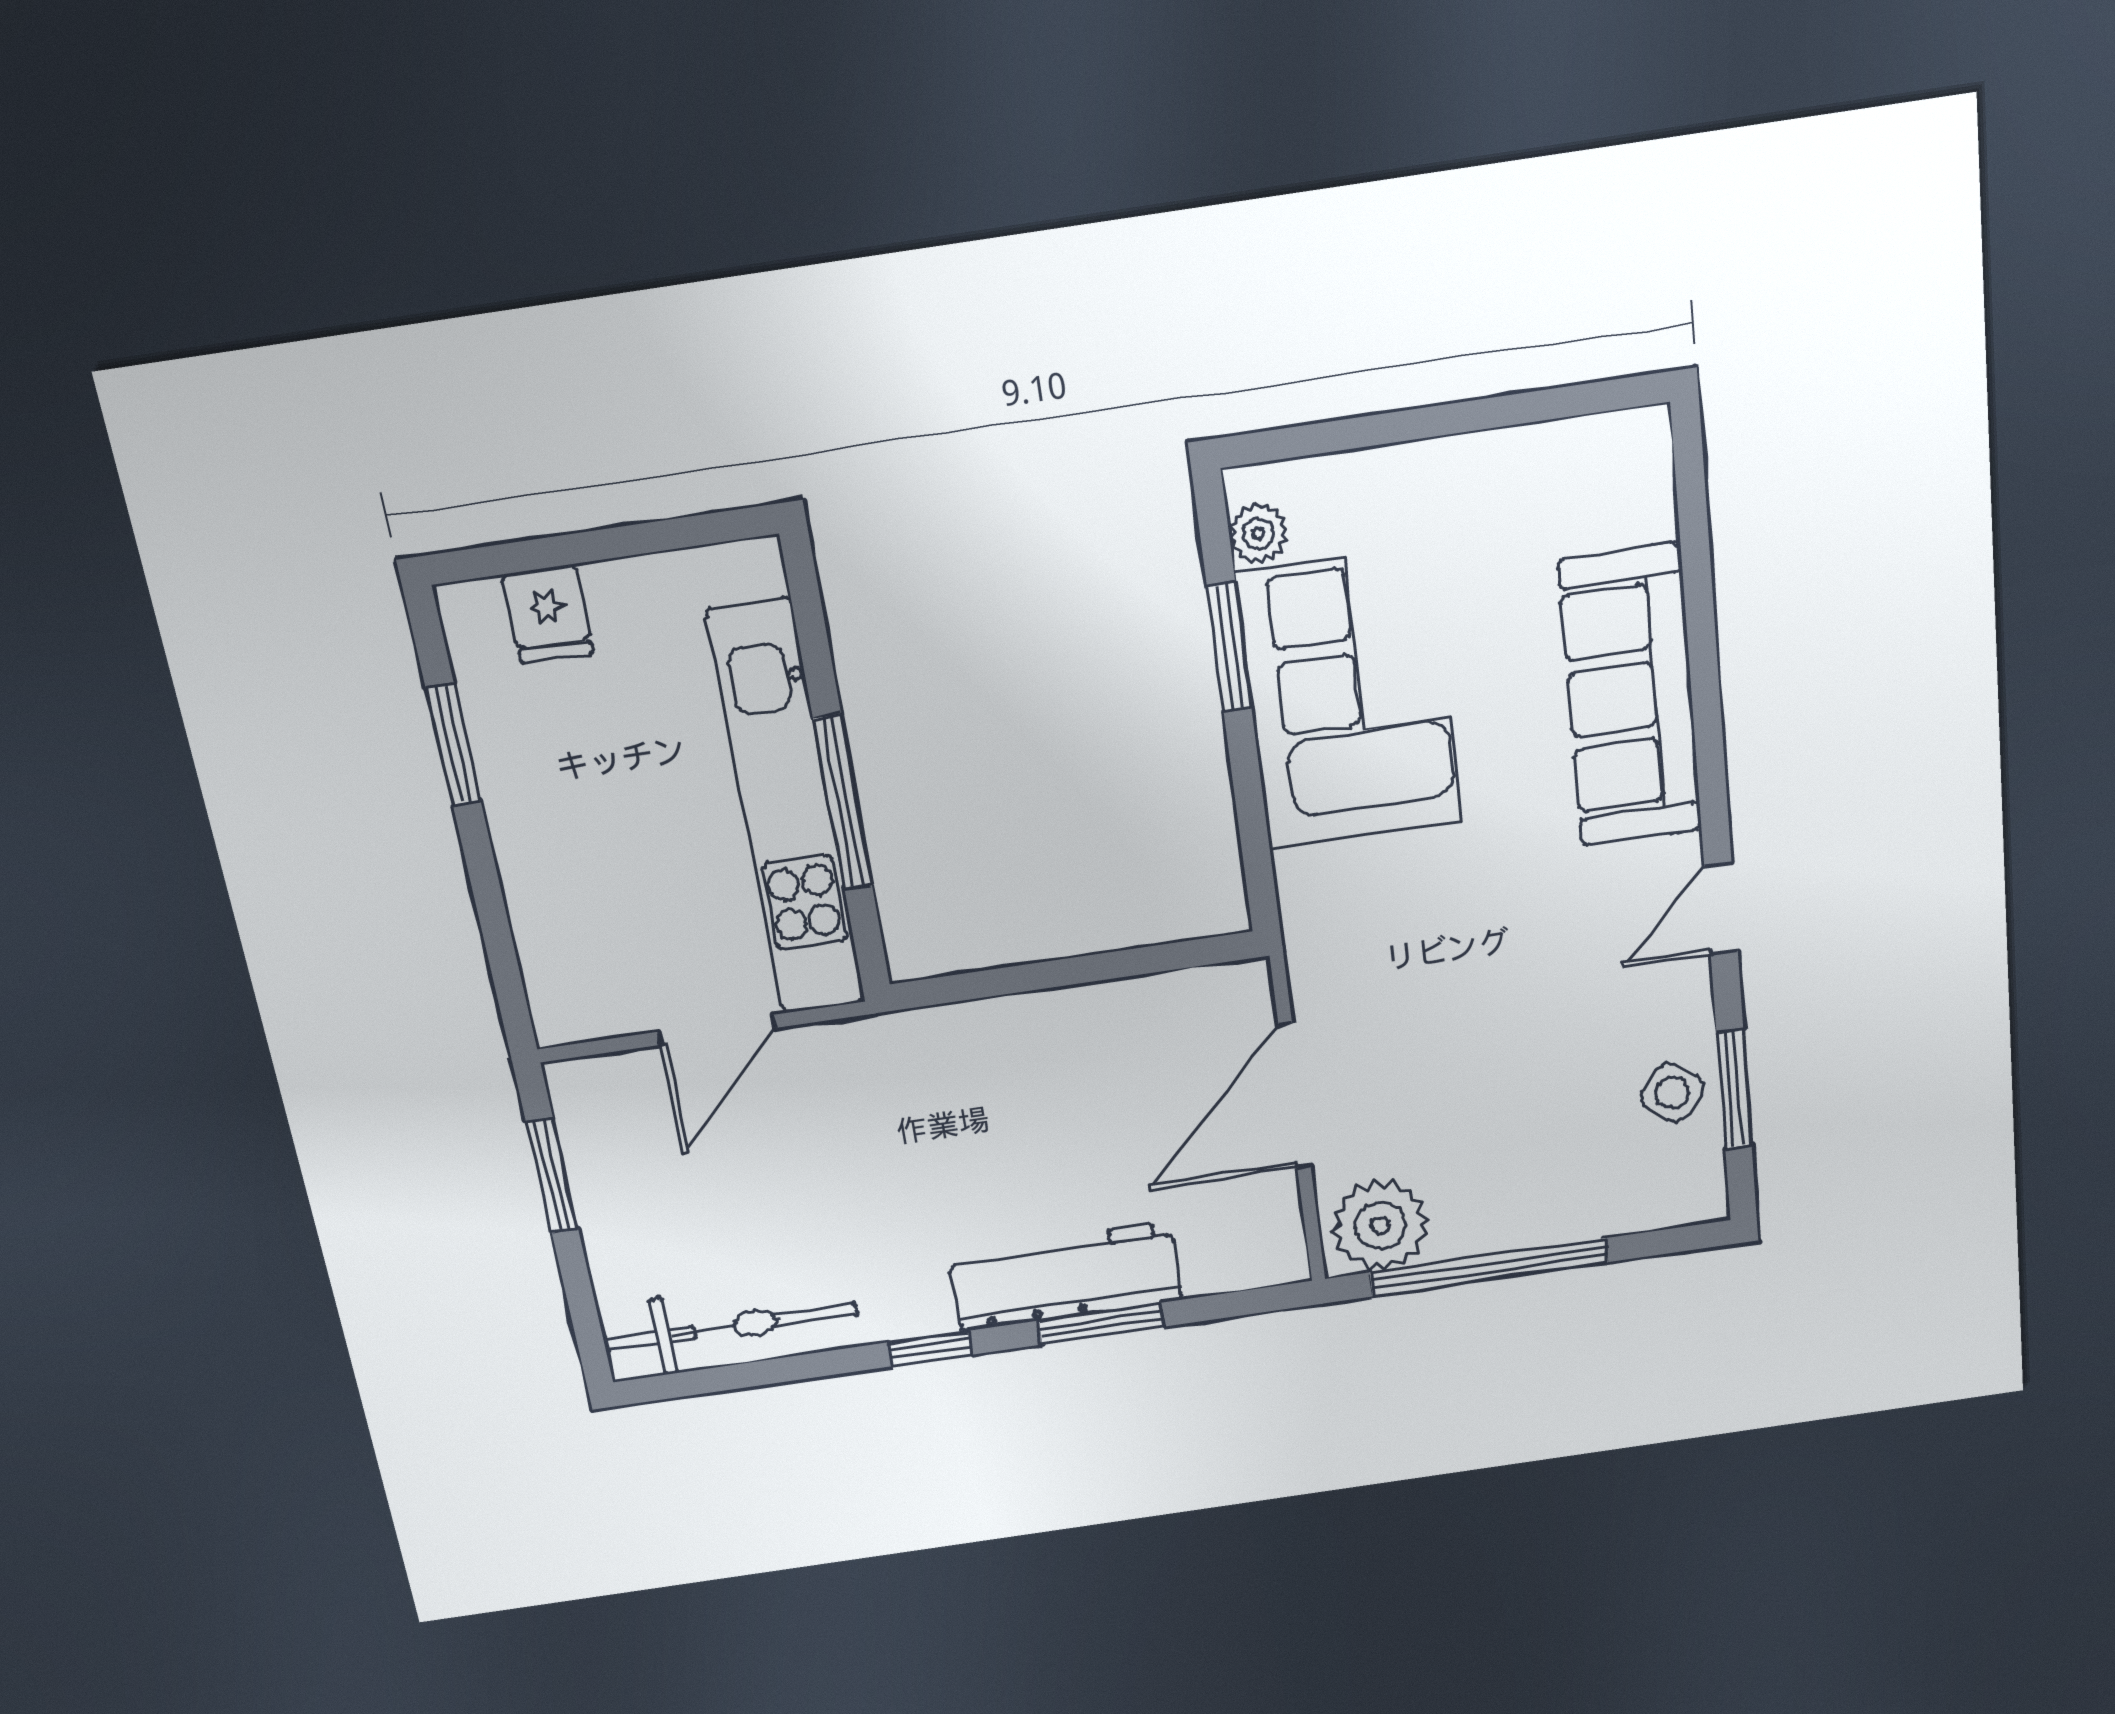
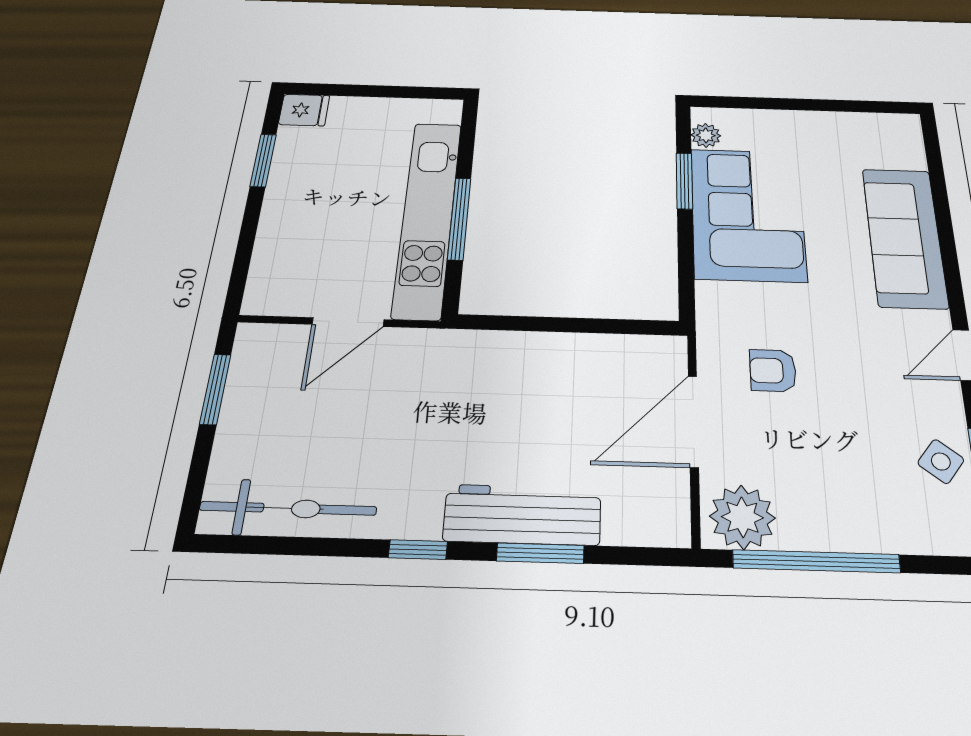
fridge: (548, 614) -> (304, 110), moved, turned -90
armchair: (1412, 991) -> (773, 371), added

